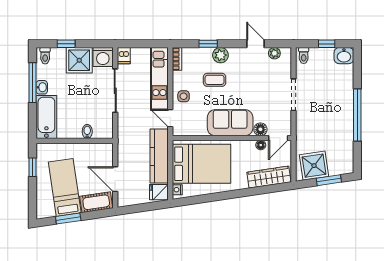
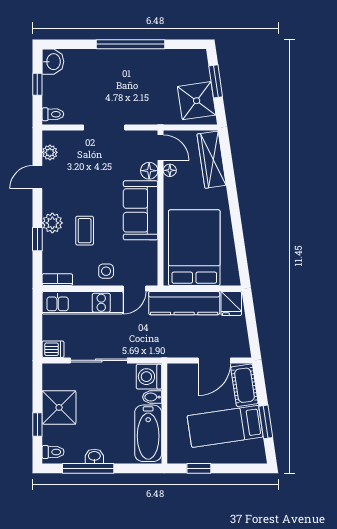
washing machine: (103, 57) -> (149, 377), moved, turned 180
bathtub: (46, 117) -> (148, 433), moved, turned -90
nightstand: (177, 190) -> (228, 279), removed

